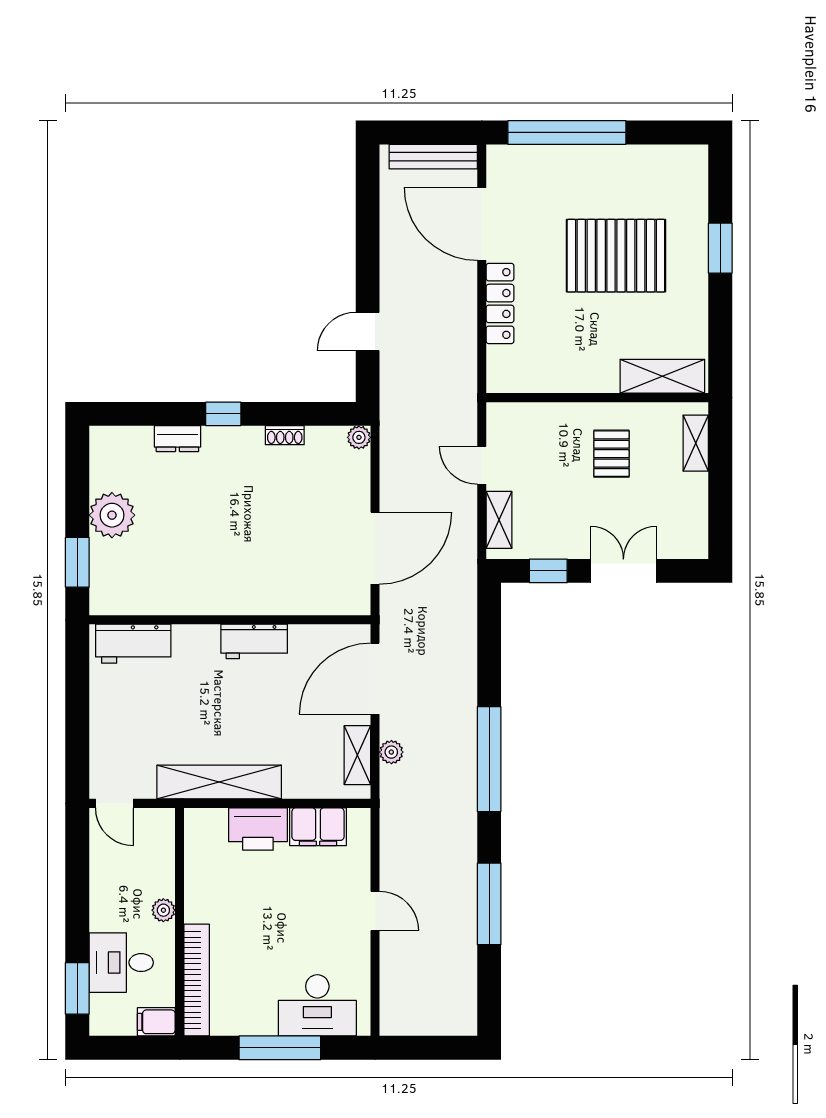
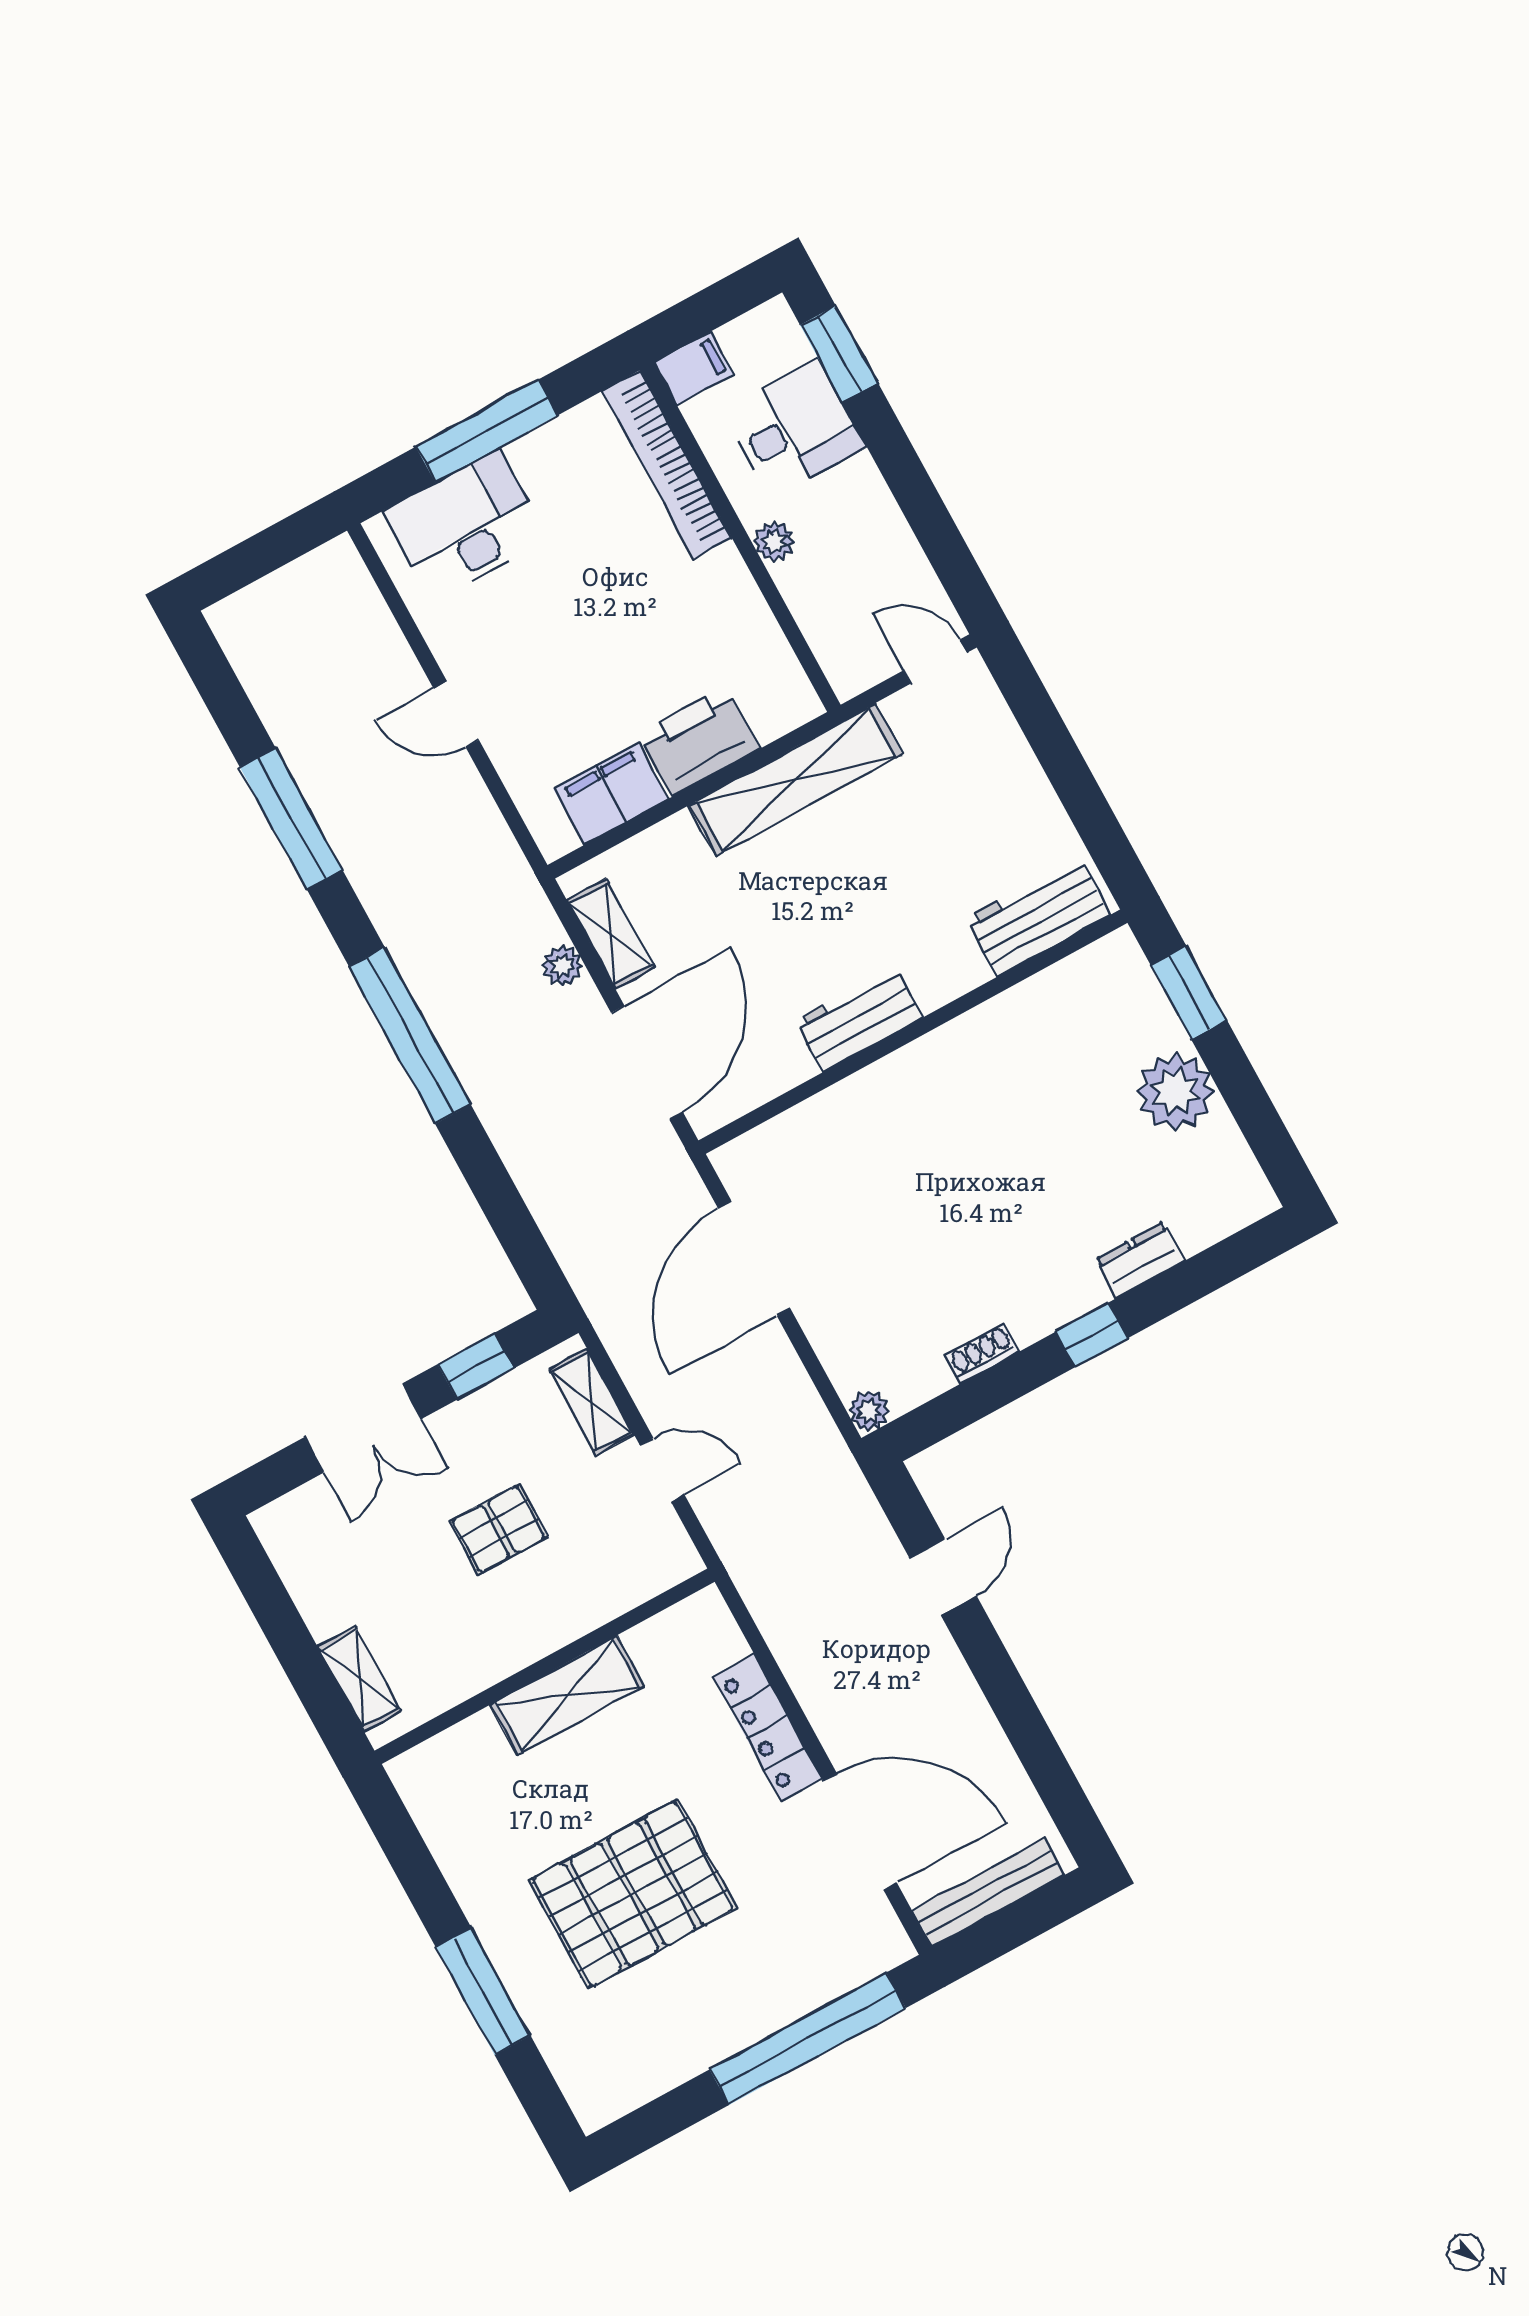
window: (720, 248) -> (483, 1991), width x1.44
shelving: (662, 376) -> (567, 1695), moved
pallet: (611, 454) -> (499, 1529), moved, turned 90

